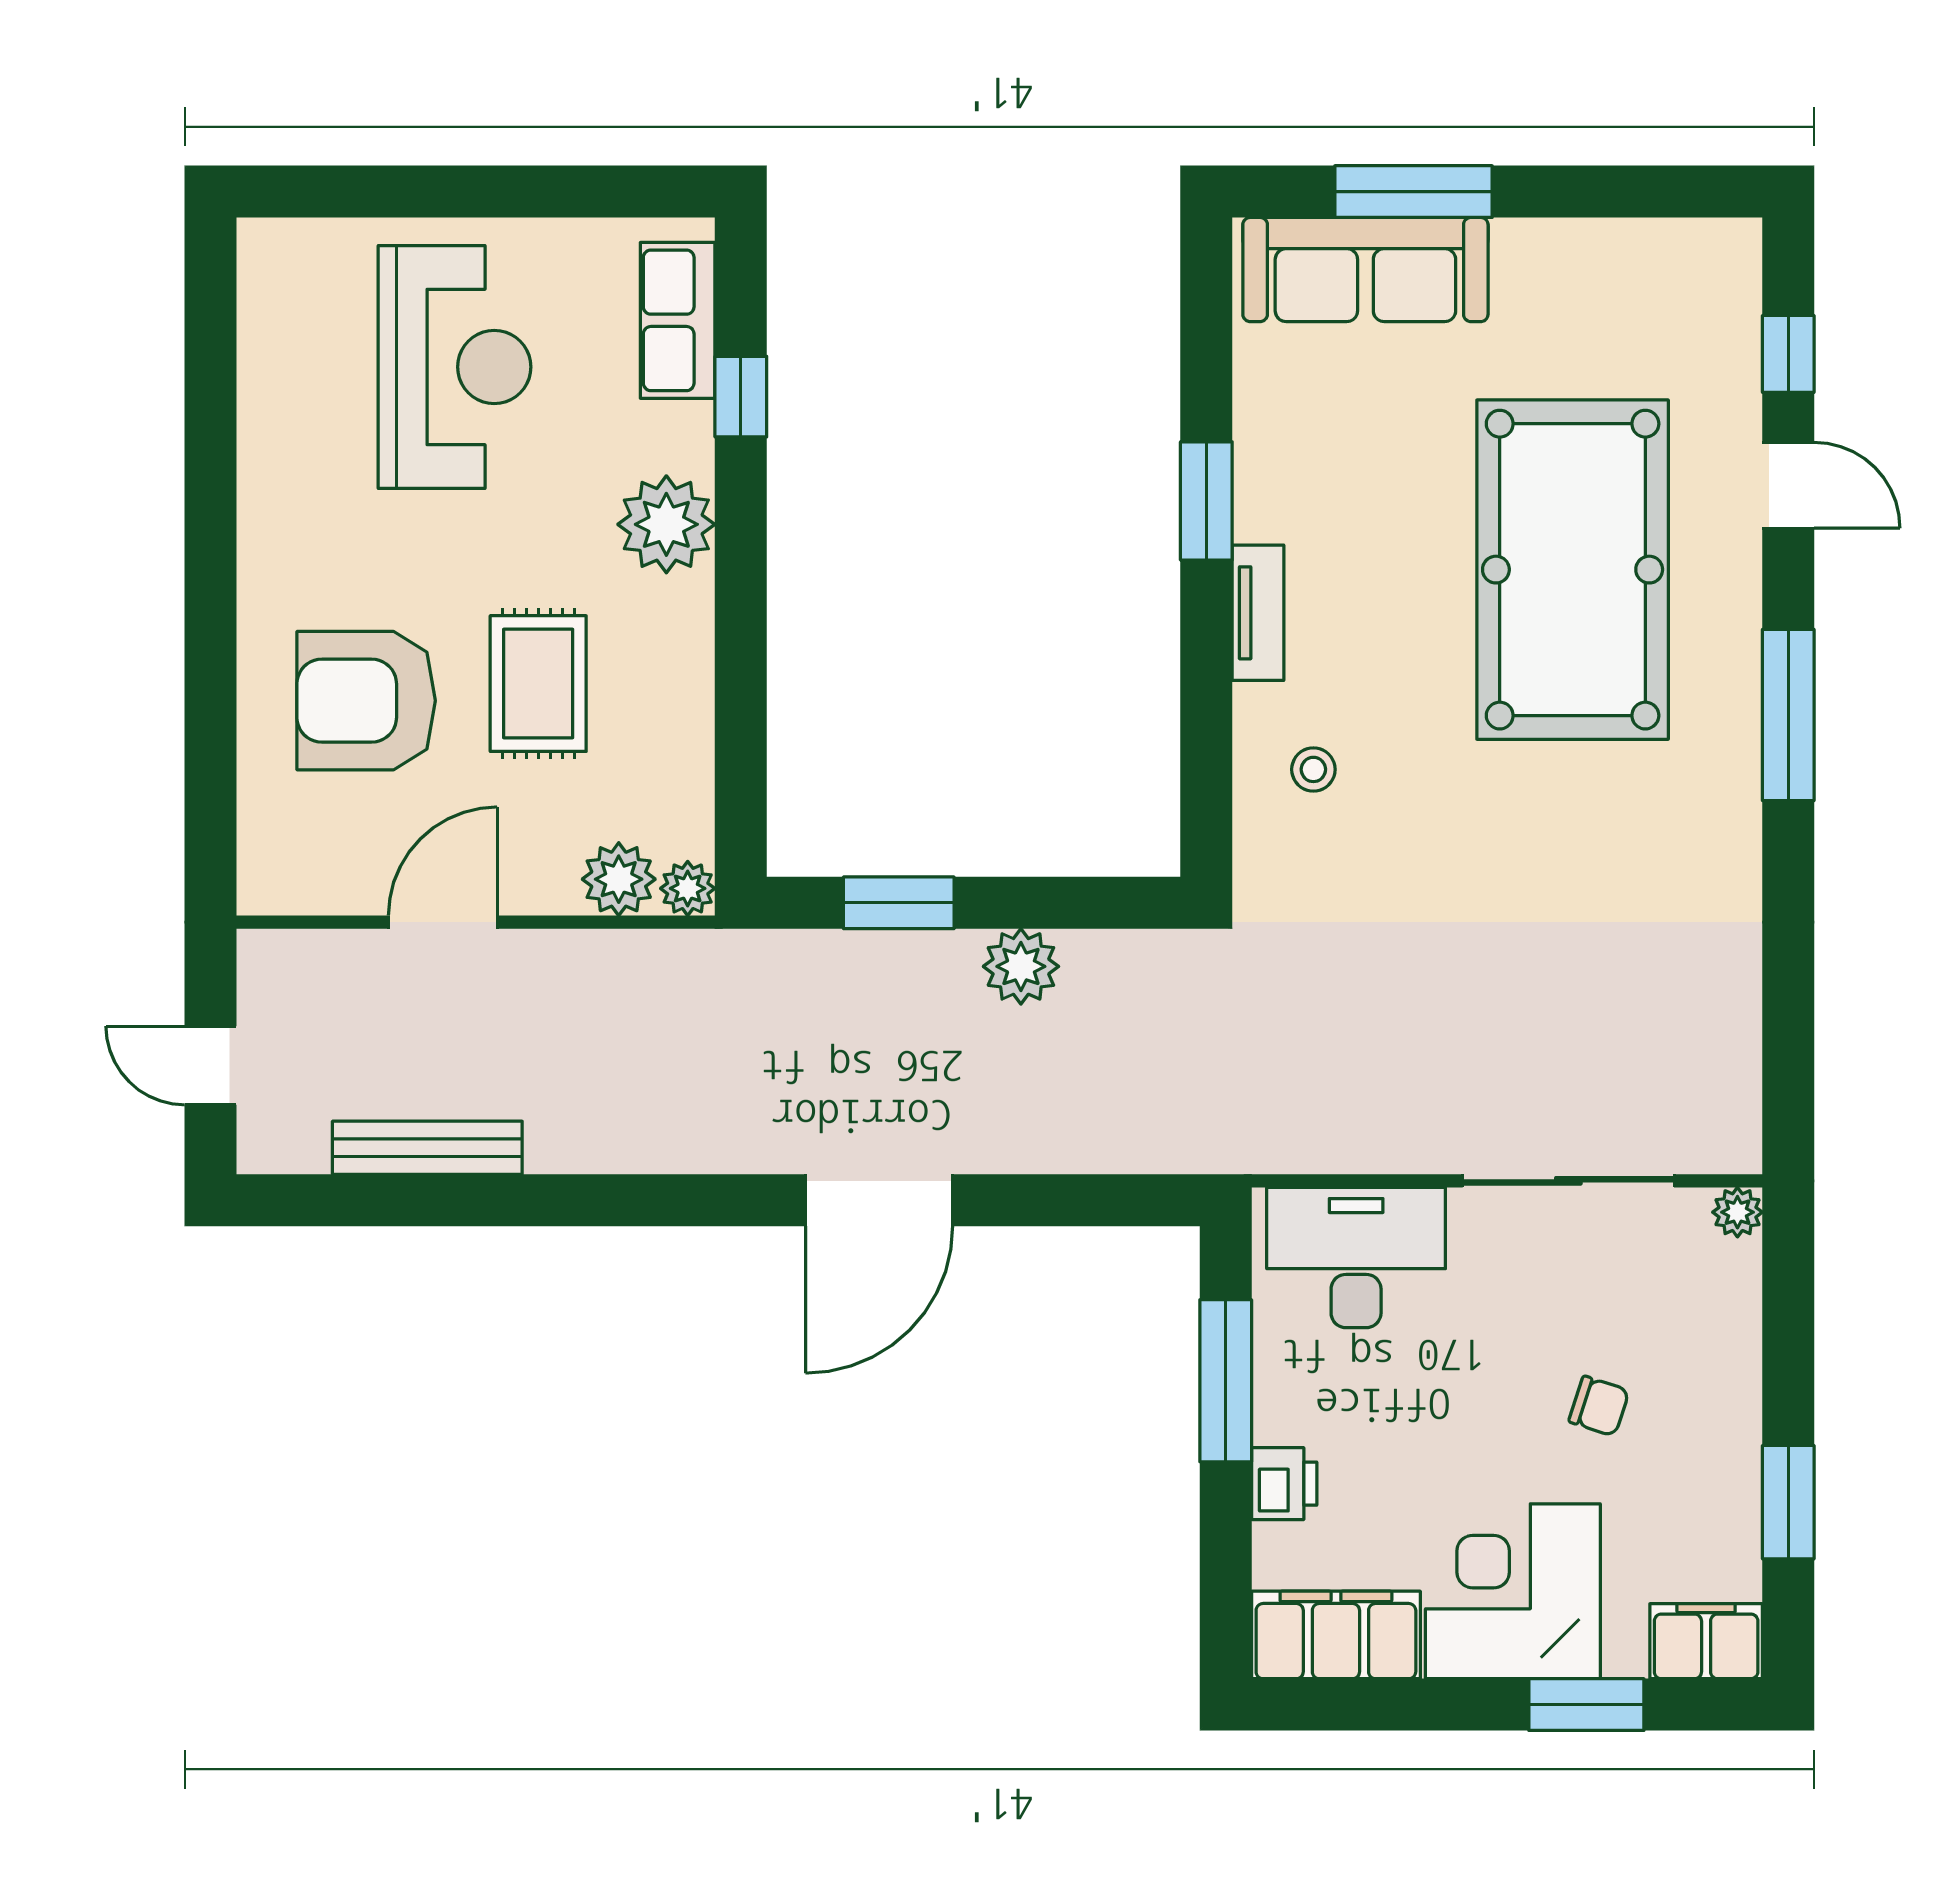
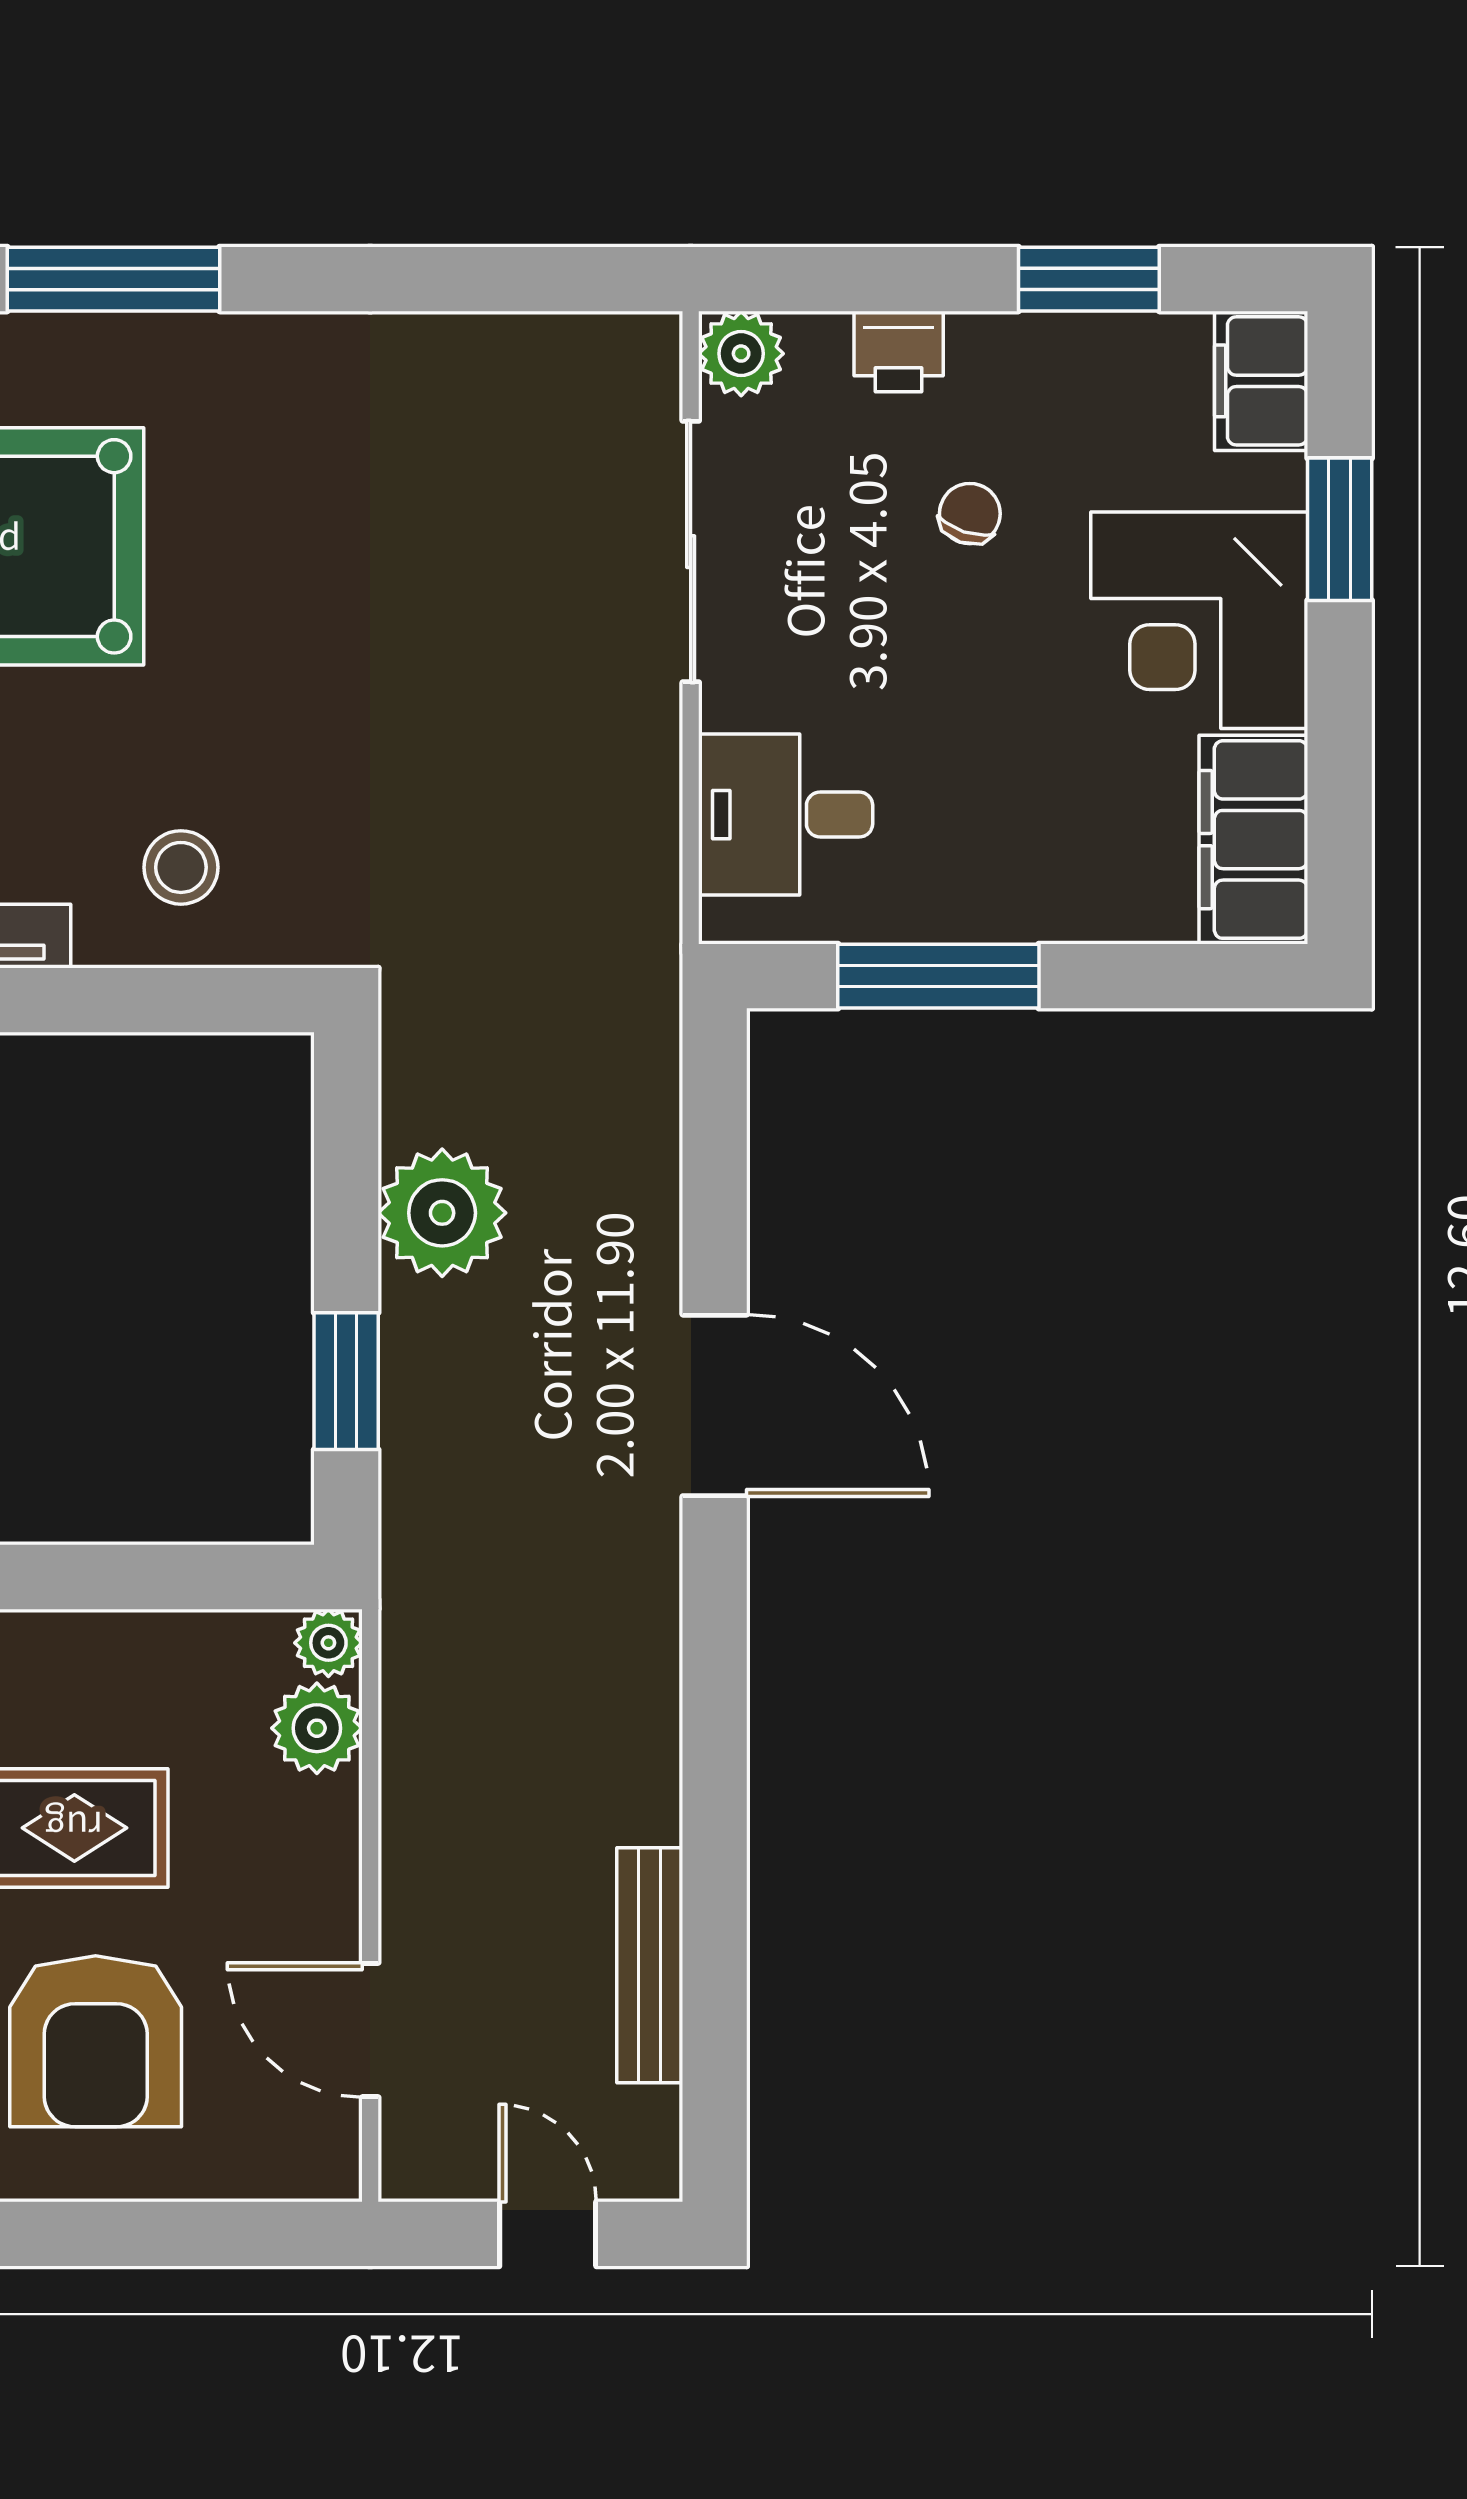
stool: (1313, 769) -> (181, 867), width x1.37, depth x1.37
door: (443, 922) -> (370, 2030), moved
plant: (1021, 966) -> (442, 1213), width x1.36, depth x1.36
door: (211, 1065) -> (548, 2234), swing flipped
plant: (1737, 1212) -> (741, 354), width x1.38, depth x1.38
desk: (1356, 1257) -> (786, 815), width x0.73
printer: (1284, 1484) -> (899, 352), moved, turned 180

